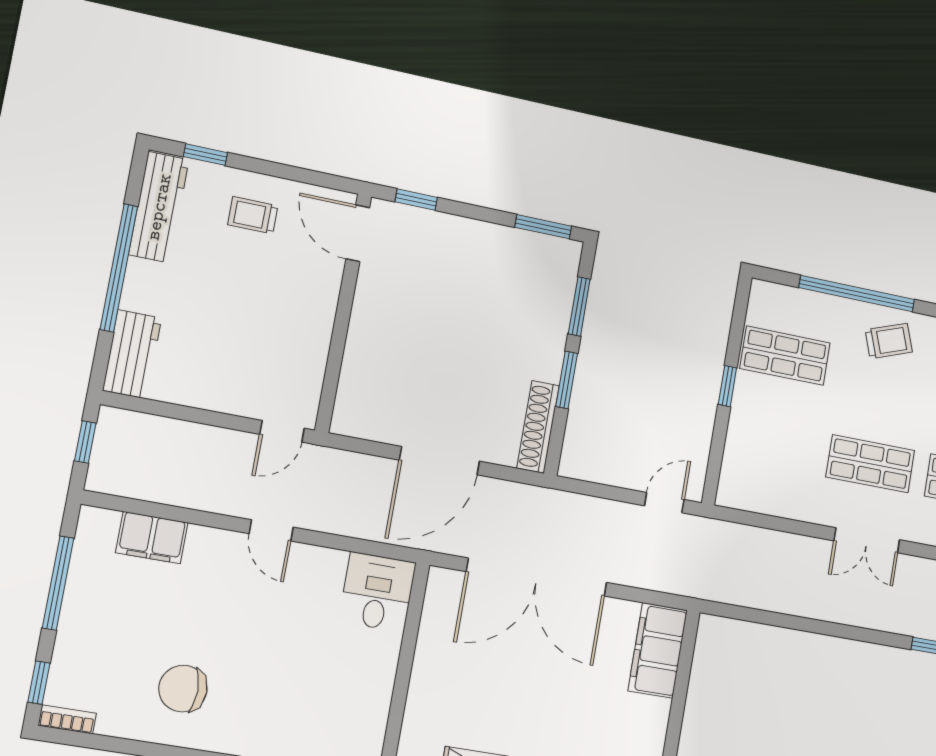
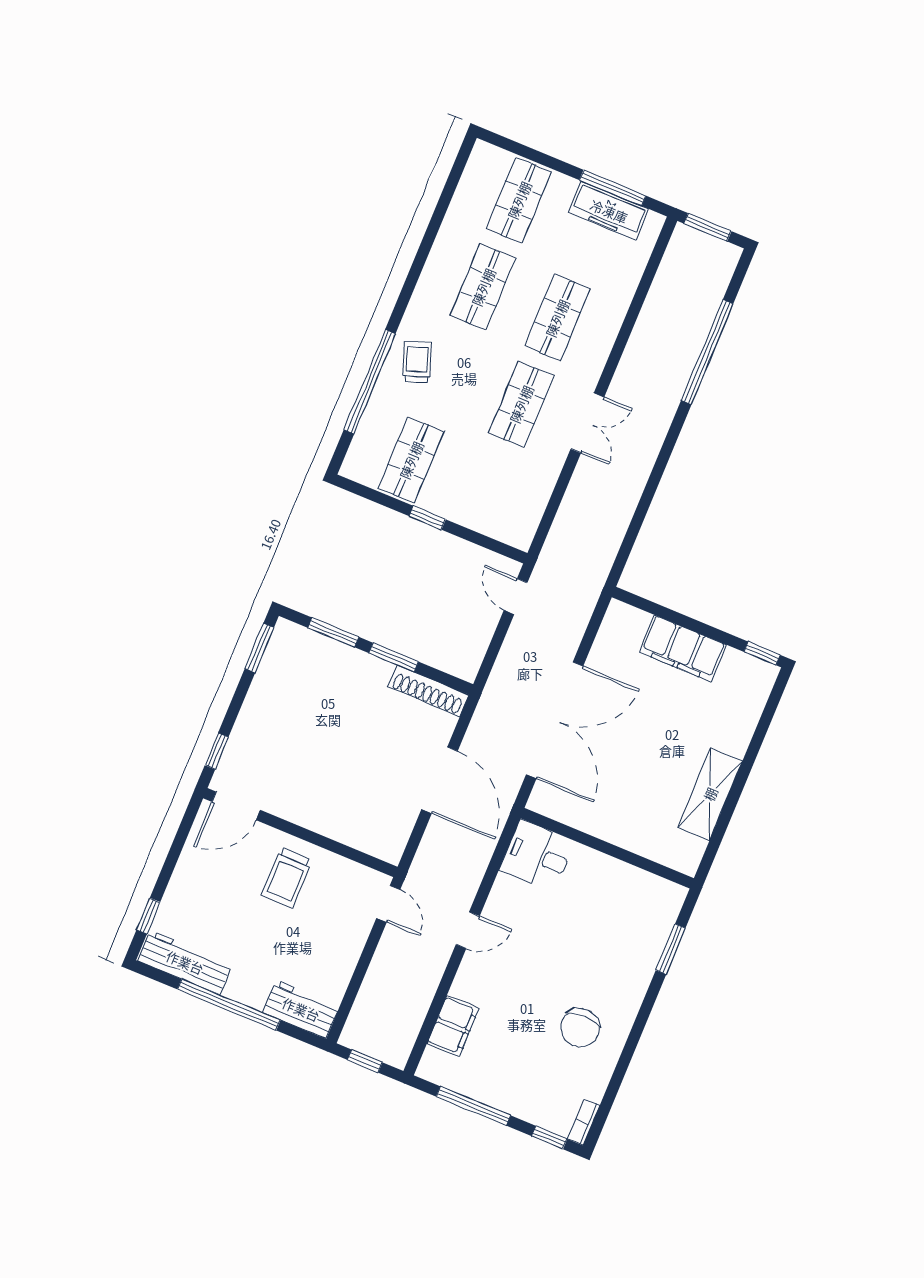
trolley: (253, 215) -> (287, 878), moved, width x1.36, depth x1.39
filing cabinet: (658, 650) -> (683, 648), moved

